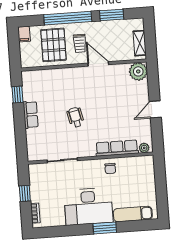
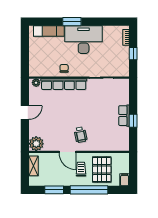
window: (18, 94) -> (133, 121), moved
wheelchair: (76, 117) -> (81, 135), moved
row of seats: (117, 148) -> (64, 84), width x1.36

